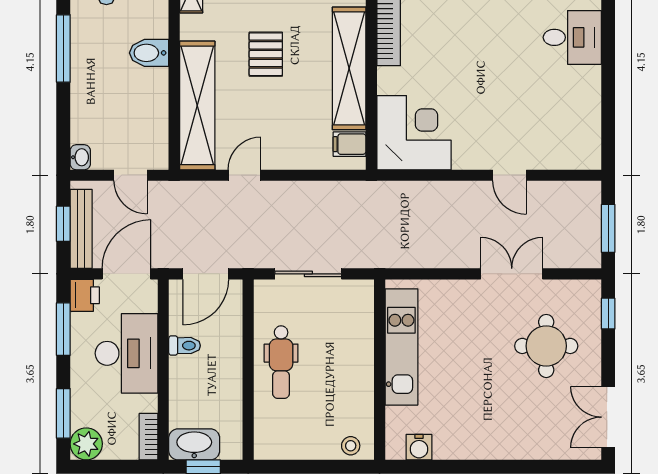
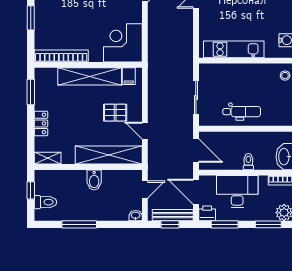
bidet: (149, 53) -> (94, 180), moved
pallet: (266, 54) -> (115, 113), moved
toilet: (184, 346) -> (248, 162), moved

